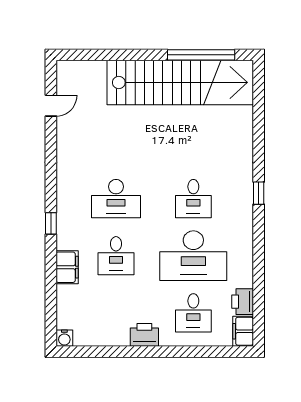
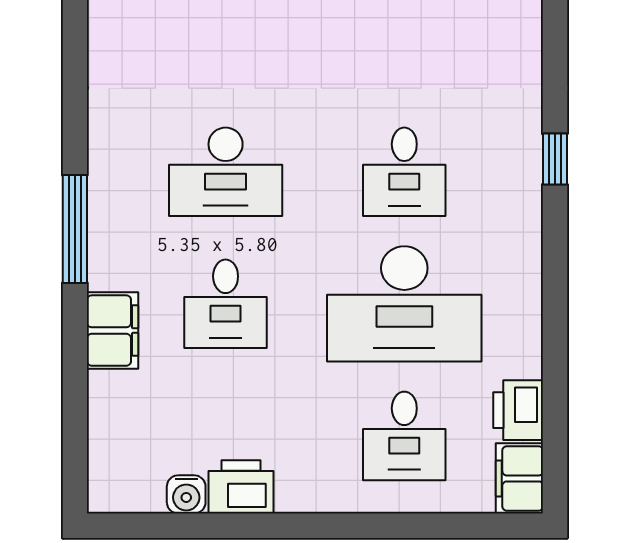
window: (51, 223) -> (75, 229), width x2.17
printer: (144, 335) -> (241, 487), moved
water cooler: (64, 338) -> (186, 494), moved

